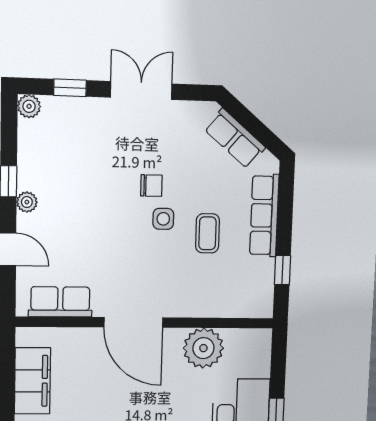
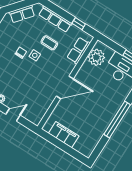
row of seats: (60, 302) -> (78, 50), moved
plant: (203, 348) -> (96, 57), moved

